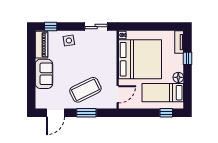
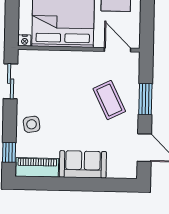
coffee table: (85, 90) -> (109, 100), width x0.73, depth x0.76

